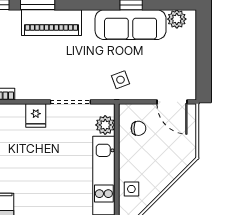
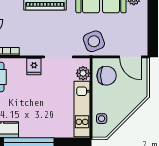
side table: (120, 80) -> (94, 41), width x1.87, depth x1.87
chair: (138, 128) -> (107, 76), width x1.87, depth x1.87

